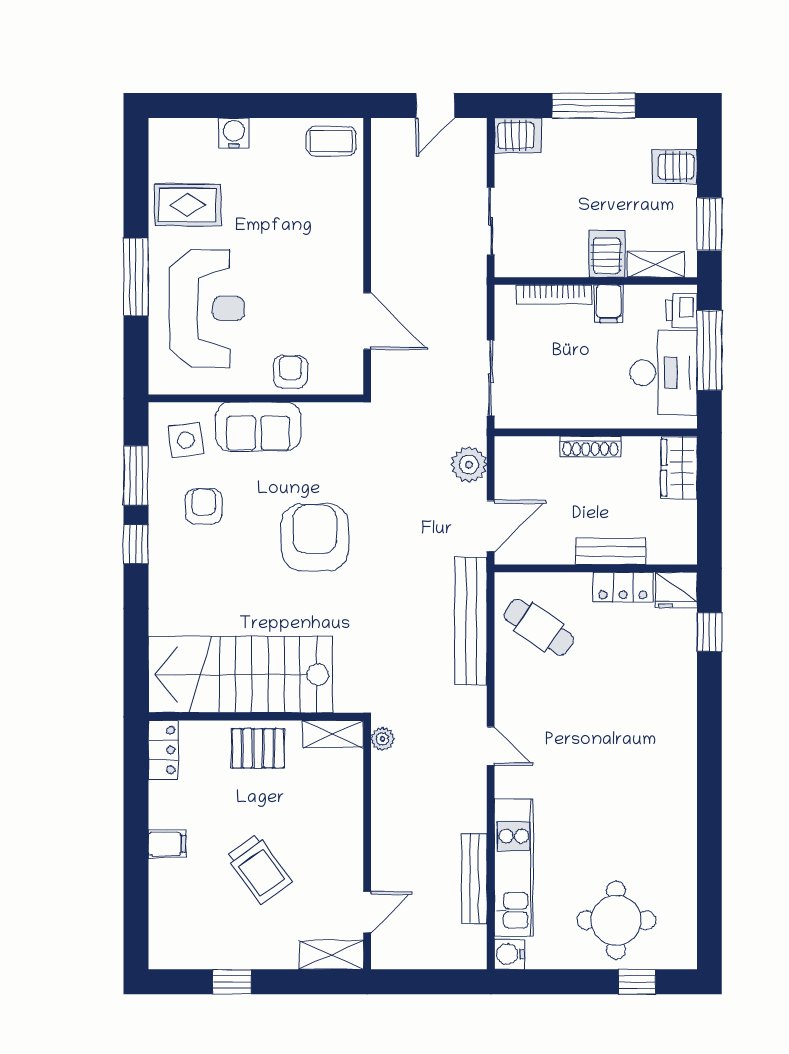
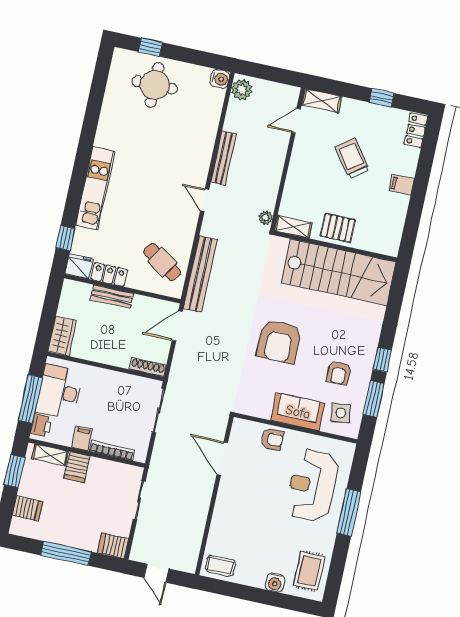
door: (435, 106) -> (156, 573), swing flipped
rug: (188, 205) -> (309, 571), moved, turned 90
armchair: (291, 372) -> (272, 439), turned -90
shoe rack: (590, 446) -> (148, 367), moved
plant: (469, 465) -> (242, 90), moved
locker: (163, 750) -> (416, 130), moved
kitchen unit: (514, 868) -> (95, 188), moved, turned 180
bench: (474, 879) -> (224, 158), moved

